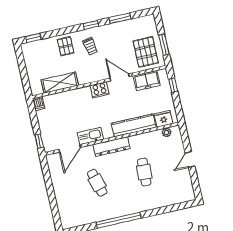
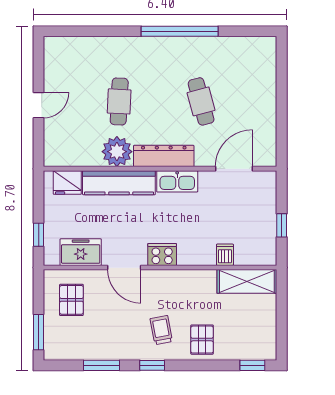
window: (164, 45) -> (39, 332), moved
pallet: (146, 52) -> (71, 300), width x0.67, depth x0.71
shelving: (60, 83) -> (247, 281), moved
dishwasher: (39, 104) -> (225, 255), moved
plant: (167, 132) -> (117, 152), moved, width x1.88, depth x1.88
kitchen sink: (90, 136) -> (177, 181), moved
window: (39, 141) -> (282, 225), moved

